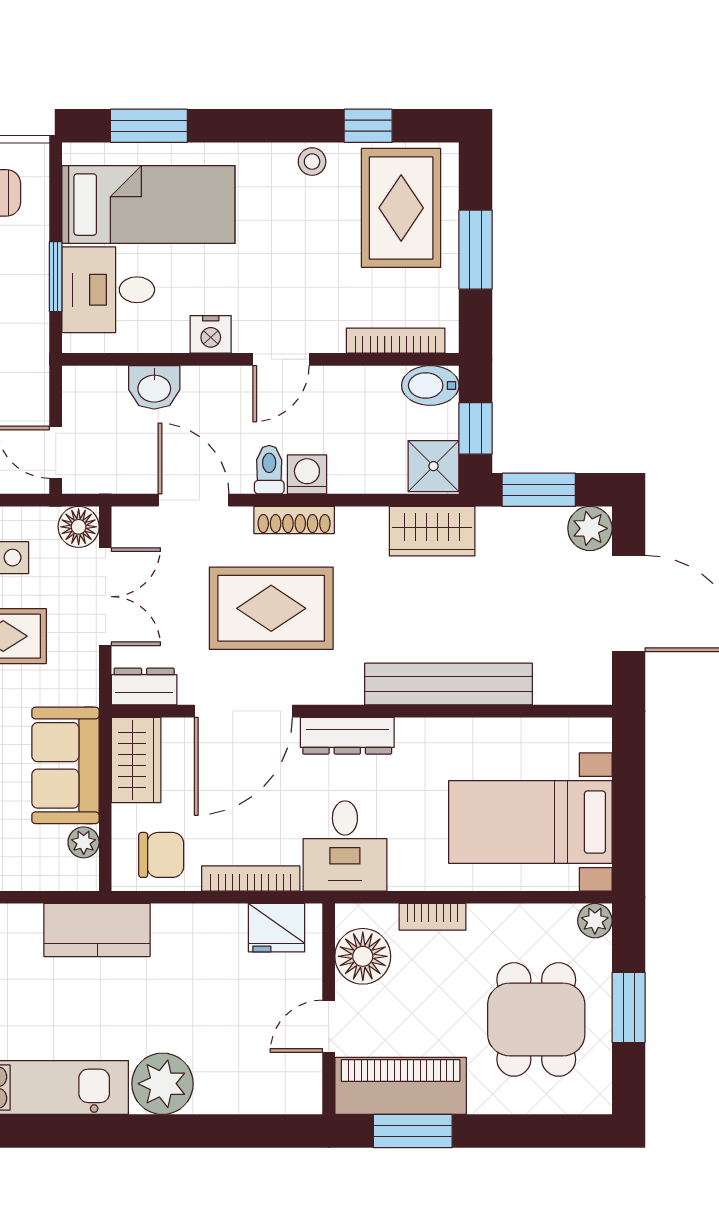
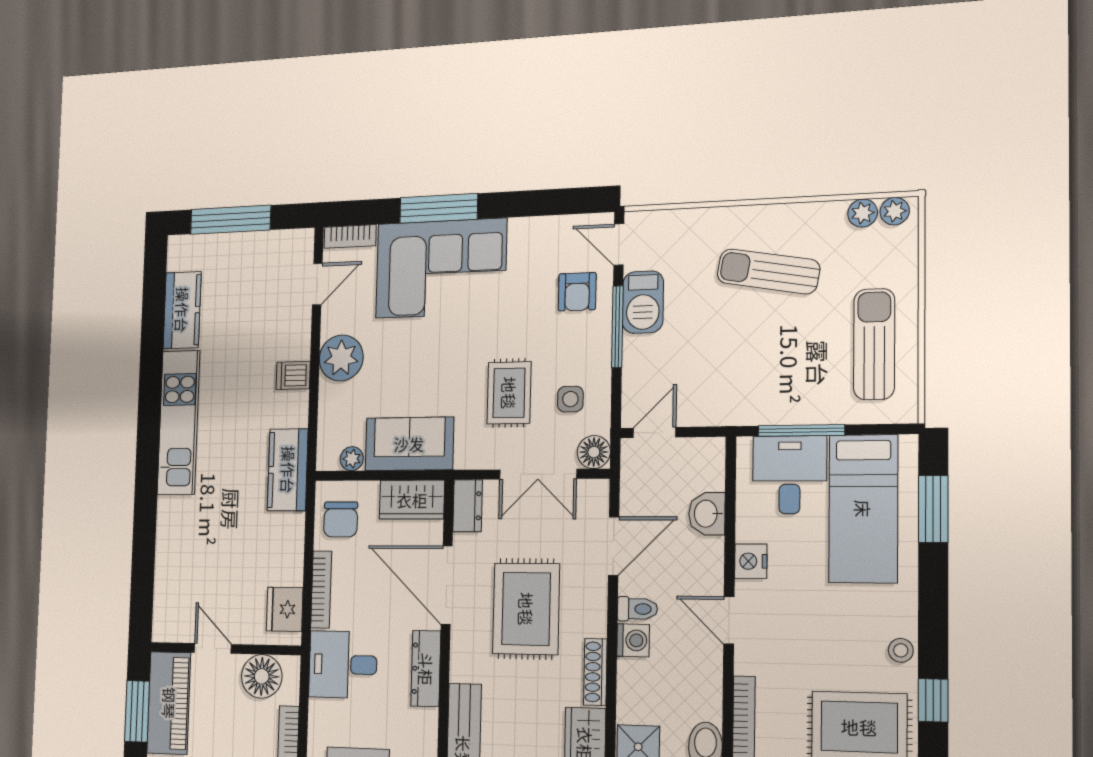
window: (56, 277) -> (801, 430), width x1.44
shoe rack: (294, 520) -> (595, 672), moved
plant: (163, 1084) -> (177, 520), removed

